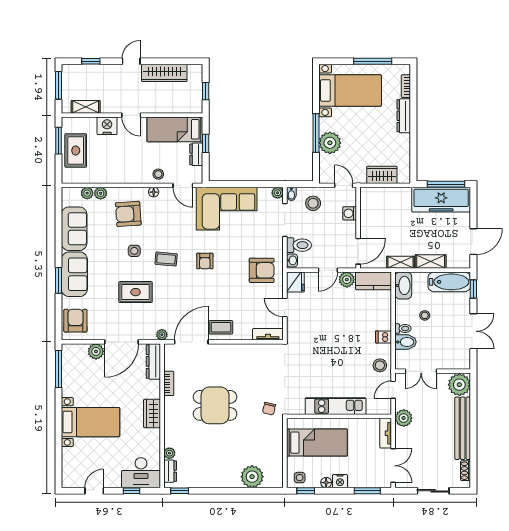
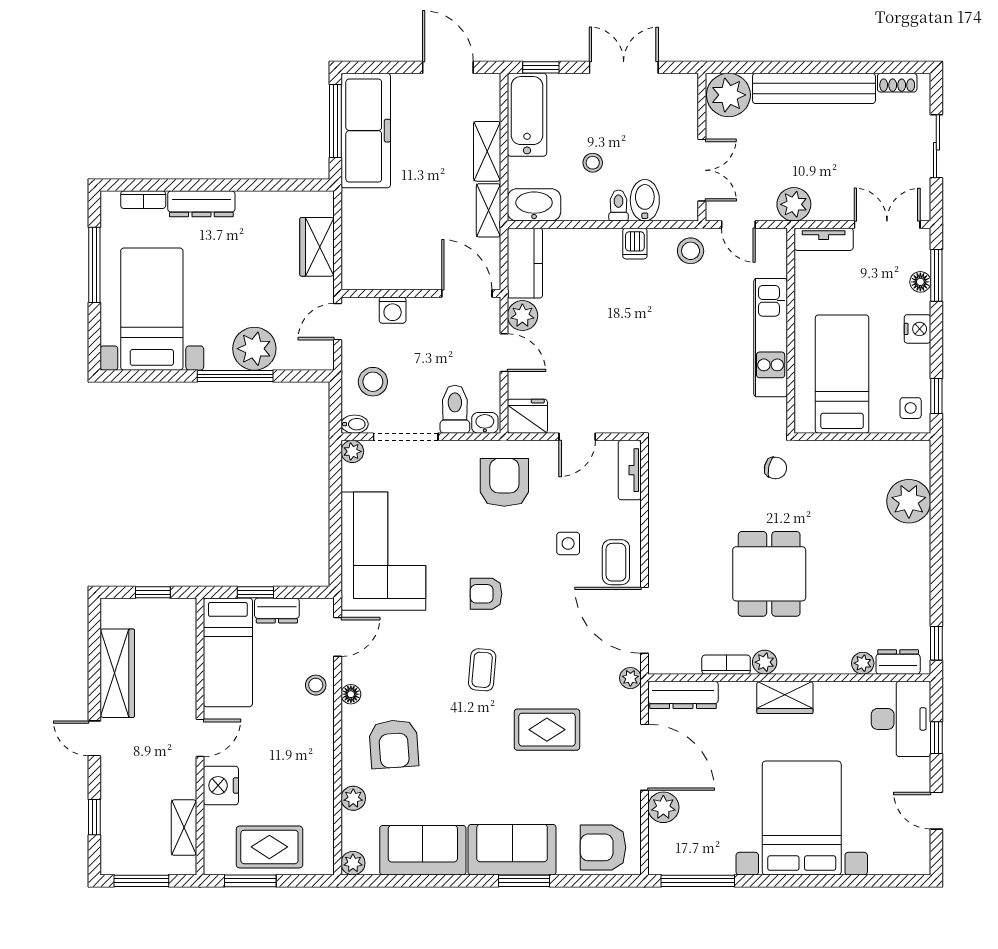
plant: (87, 193) -> (353, 863), moved
side table: (134, 251) -> (568, 543), moved
armchair: (205, 261) -> (486, 594), turned 180
rug: (136, 292) -> (547, 730), turned 90
plant: (170, 403) -> (765, 662), added
bed with nightstands: (90, 422) -> (802, 818), width x1.36
floor lamp: (326, 483) -> (920, 282), moved

